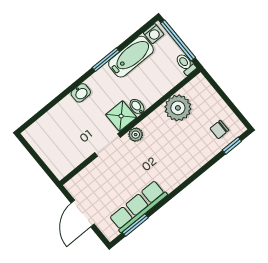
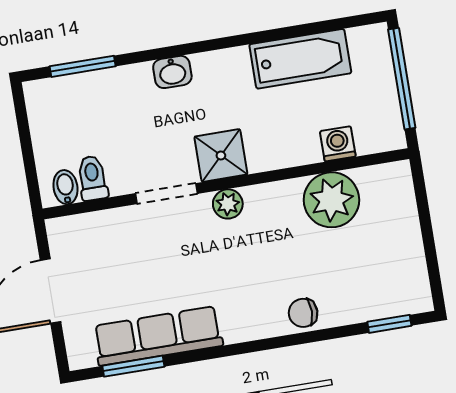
washing machine: (154, 34) -> (338, 144), moved, turned 180
window: (106, 60) -> (83, 66), moved
toilet: (186, 64) -> (92, 178), moved
bidet: (137, 107) -> (65, 187), moved
chair: (219, 129) -> (303, 313), moved

